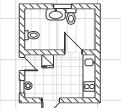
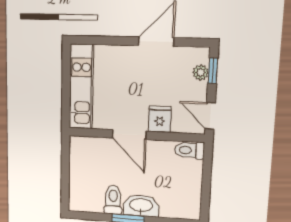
toilet: (32, 35) -> (189, 150), moved
door: (73, 52) -> (129, 135), moved

